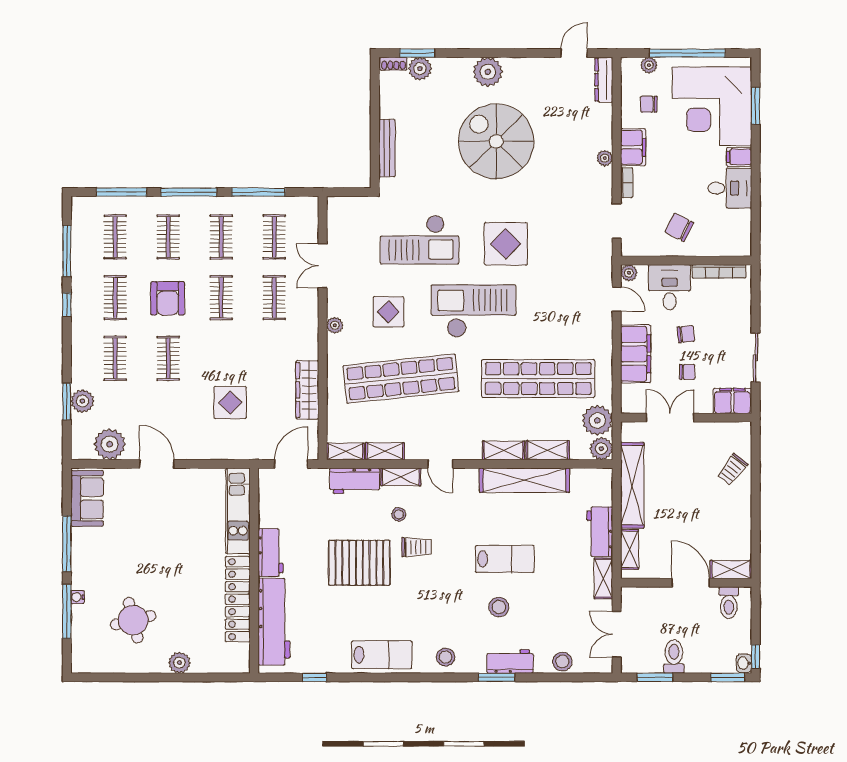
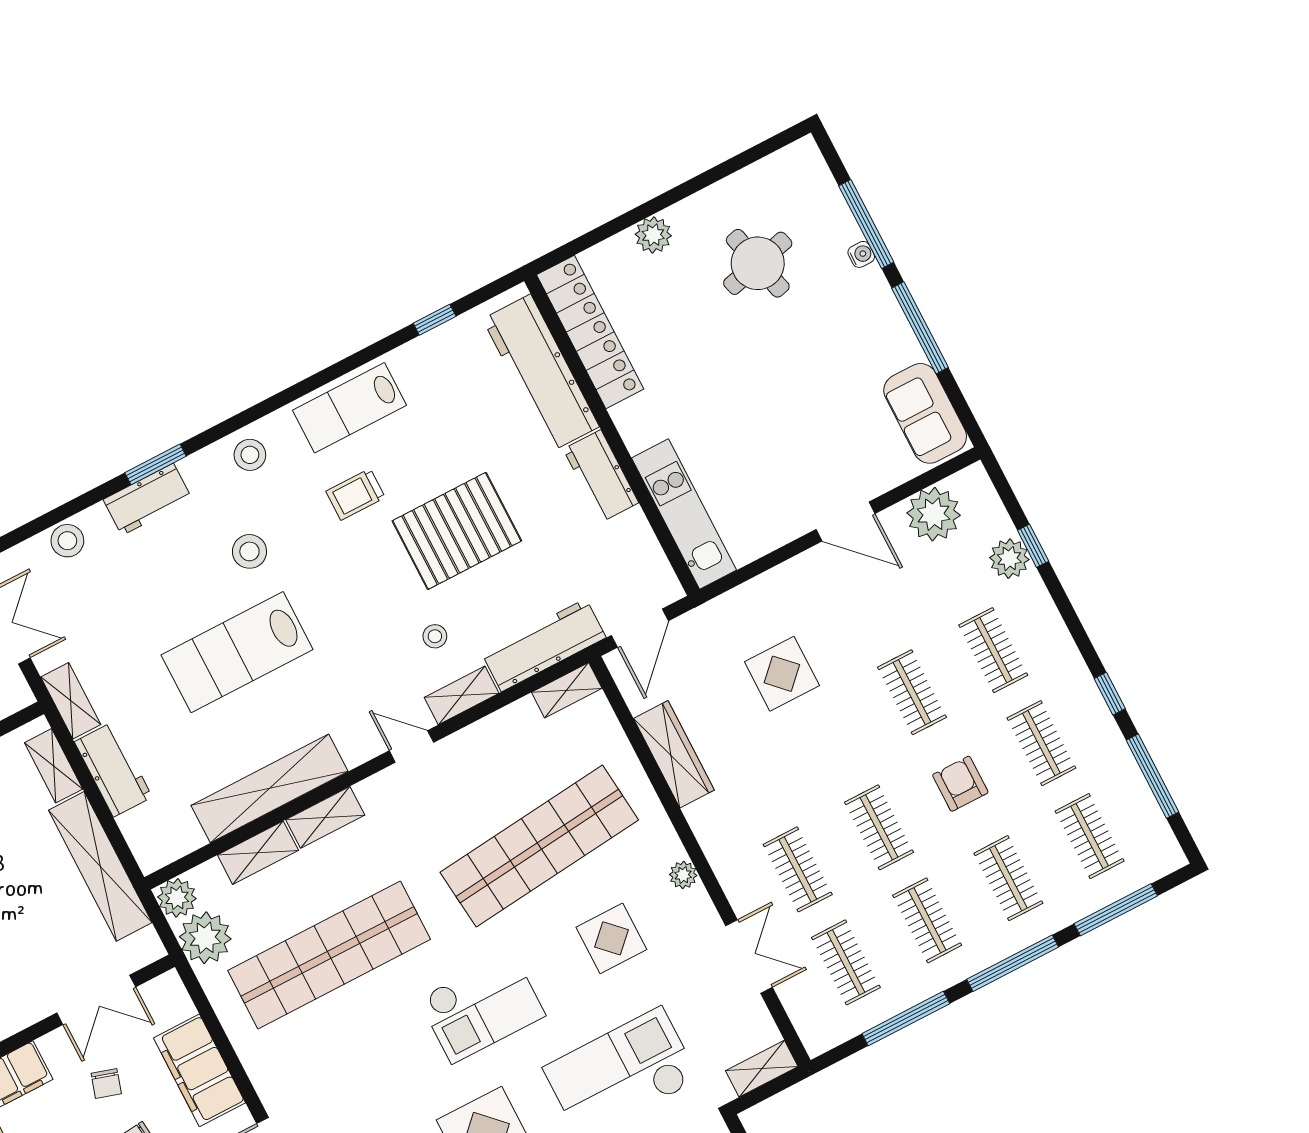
armchair: (168, 298) -> (960, 784), width x0.72, depth x0.72
checkout: (474, 311) -> (482, 1007), width x0.73, depth x0.83
chair: (687, 372) -> (106, 1083), turned -73
window: (67, 401) -> (1033, 546), width x0.67
shelving: (385, 451) -> (762, 1069), moved
workbench: (354, 481) -> (544, 645), width x1.38
trolley: (416, 547) -> (355, 494), moved
lab bench: (505, 559) -> (237, 652), width x1.36, depth x1.39
locker: (238, 599) -> (590, 332), moved
stool: (499, 607) -> (249, 551), moved

